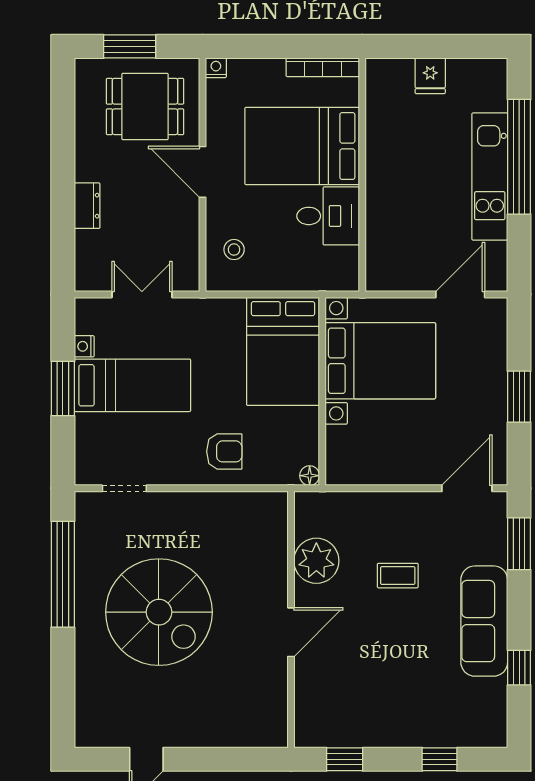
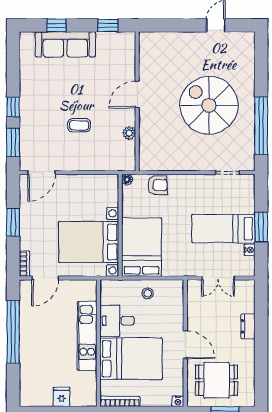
window: (519, 157) -> (13, 332), moved
kitchen unit: (490, 176) -> (87, 336), moved, turned 180
stool: (234, 250) -> (148, 293), moved
bookcase: (498, 321) -> (24, 264), added
armchair: (224, 451) -> (158, 185), moved, turned 180
plant: (316, 561) -> (129, 133), width x0.53, depth x0.53
sofa: (484, 621) -> (65, 44), moved, turned 90
window: (519, 668) -> (13, 107), moved

